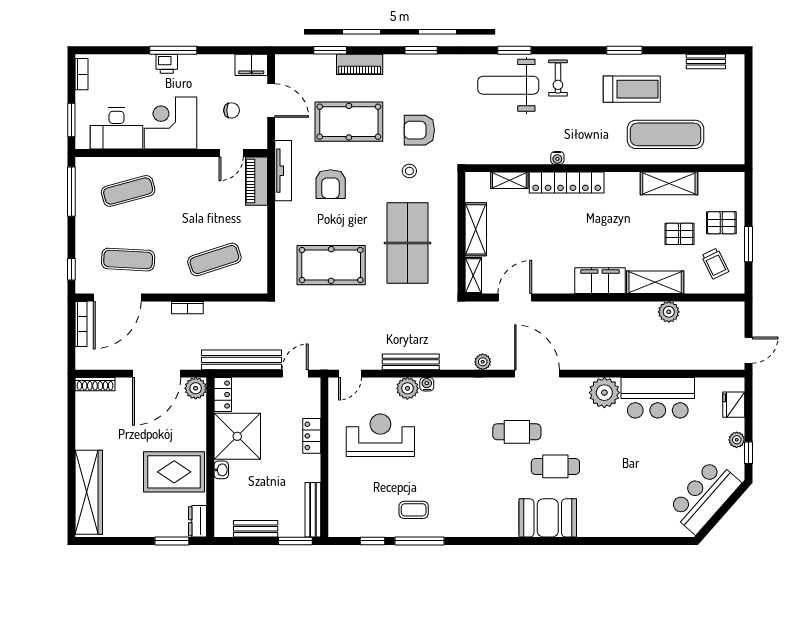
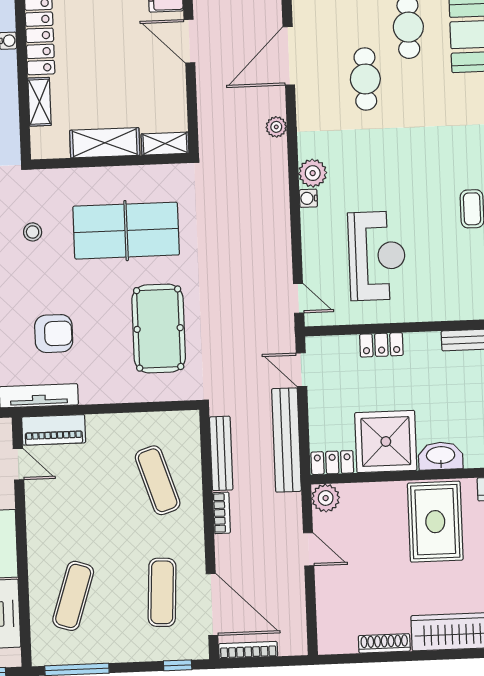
exercise mat: (128, 191) -> (73, 596), turned 33
door: (515, 298) -> (189, 41), moved
bench: (411, 362) -> (221, 453), moved
door: (157, 374) -> (309, 549), width x0.53
shoe rack: (95, 384) -> (384, 643), moved, turned -90
plant: (407, 388) -> (313, 173), moved
reception desk: (380, 435) -> (377, 256), turned 180
washbasin: (221, 470) -> (441, 456), width x1.91, depth x1.45

